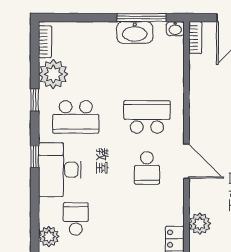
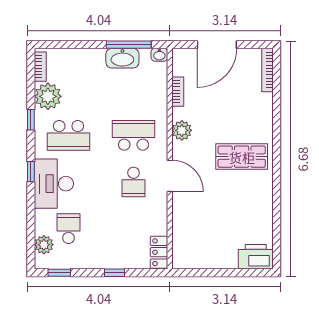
bookcase: (195, 38) -> (178, 92), moved
plant: (200, 224) -> (182, 130), moved

